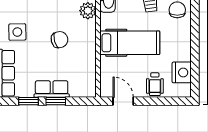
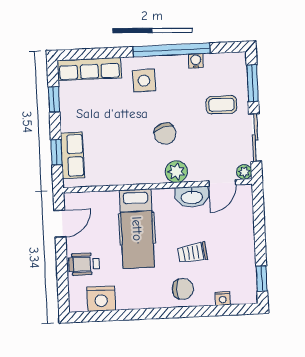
chair: (60, 40) -> (165, 134), moved
row of seats: (52, 89) -> (73, 155), moved
window: (56, 101) -> (56, 152), moved

